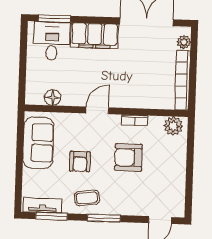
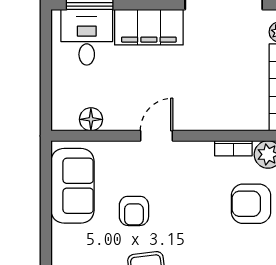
bookcase: (134, 120) -> (233, 148), moved
armchair: (128, 157) -> (251, 204), moved

